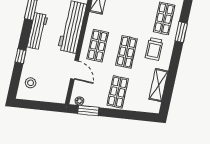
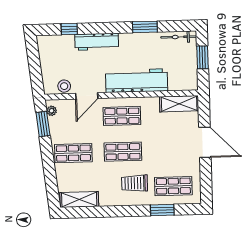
workbench: (37, 31) -> (97, 42), moved
window: (21, 56) -> (69, 29), moved
stool: (31, 83) -> (64, 86), moved
shelving: (159, 85) -> (79, 199), moved

